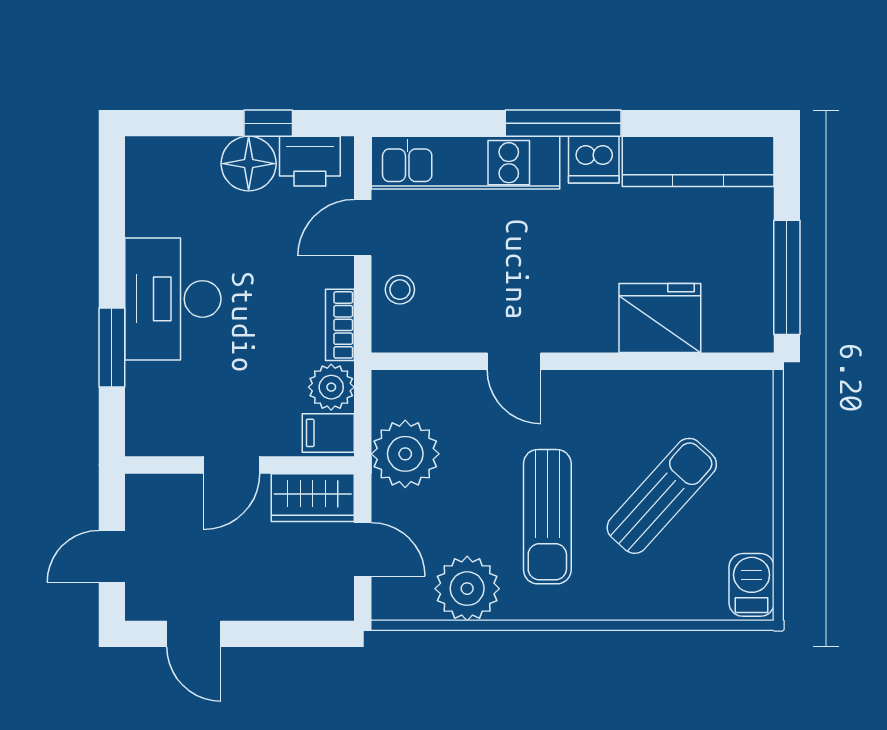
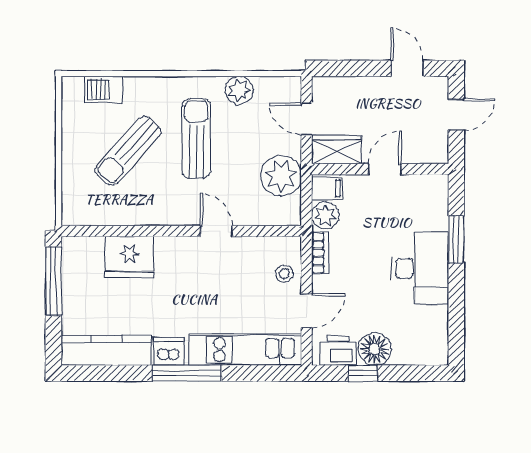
barbecue: (752, 585) -> (104, 90), moved, turned 90
plant: (467, 589) -> (239, 90), width x0.73, depth x0.73

